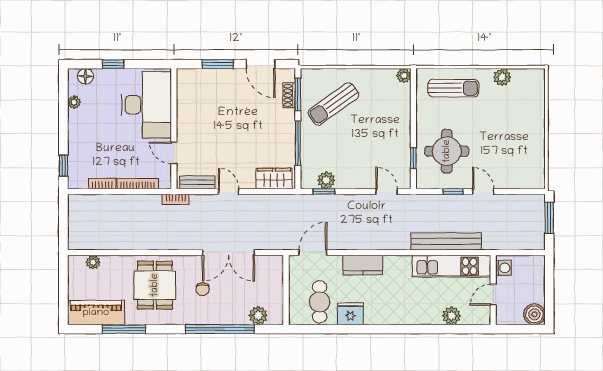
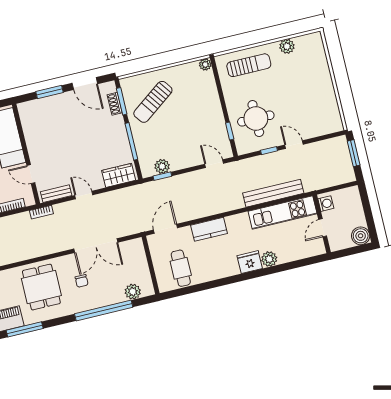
fridge: (350, 314) -> (250, 262), moved
plant: (452, 316) -> (269, 259), moved

